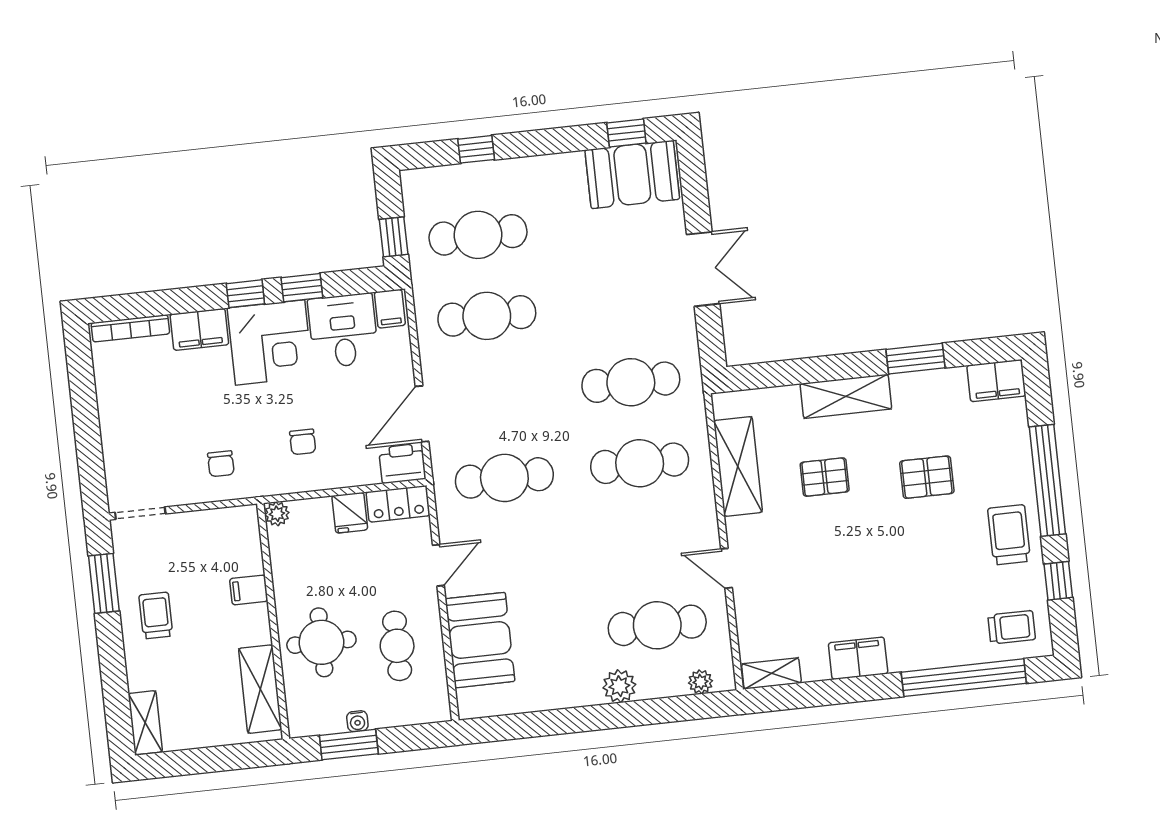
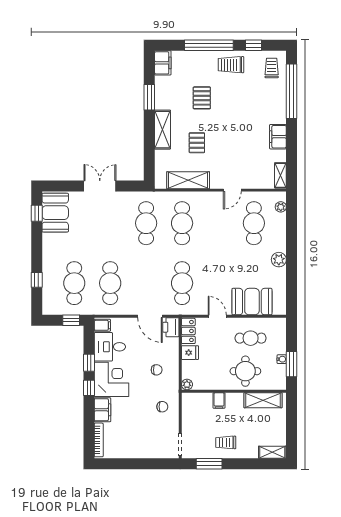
plant: (619, 686) -> (279, 260), moved

